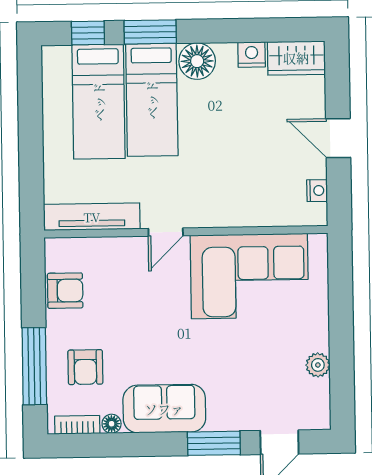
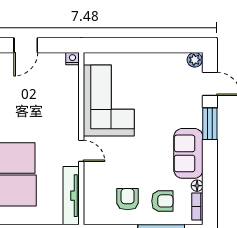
nightstand: (317, 191) -> (72, 59), moved
armchair: (65, 291) -> (128, 199), moved
plant: (318, 365) -> (195, 60), moved

